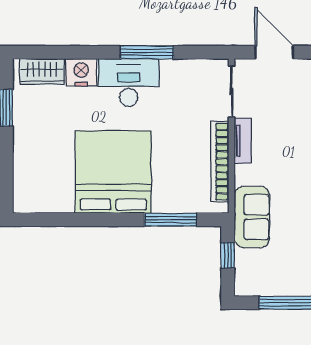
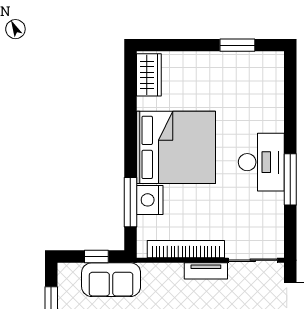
wardrobe: (42, 72) -> (149, 75), moved, turned 180
nightstand: (81, 72) -> (150, 200), moved, turned 180
sofa: (252, 217) -> (111, 280), moved

